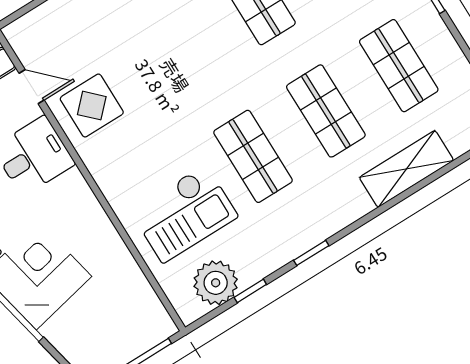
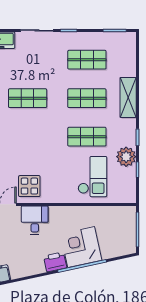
shelving: (406, 169) -> (128, 97), moved
plant: (216, 283) -> (126, 157), moved

